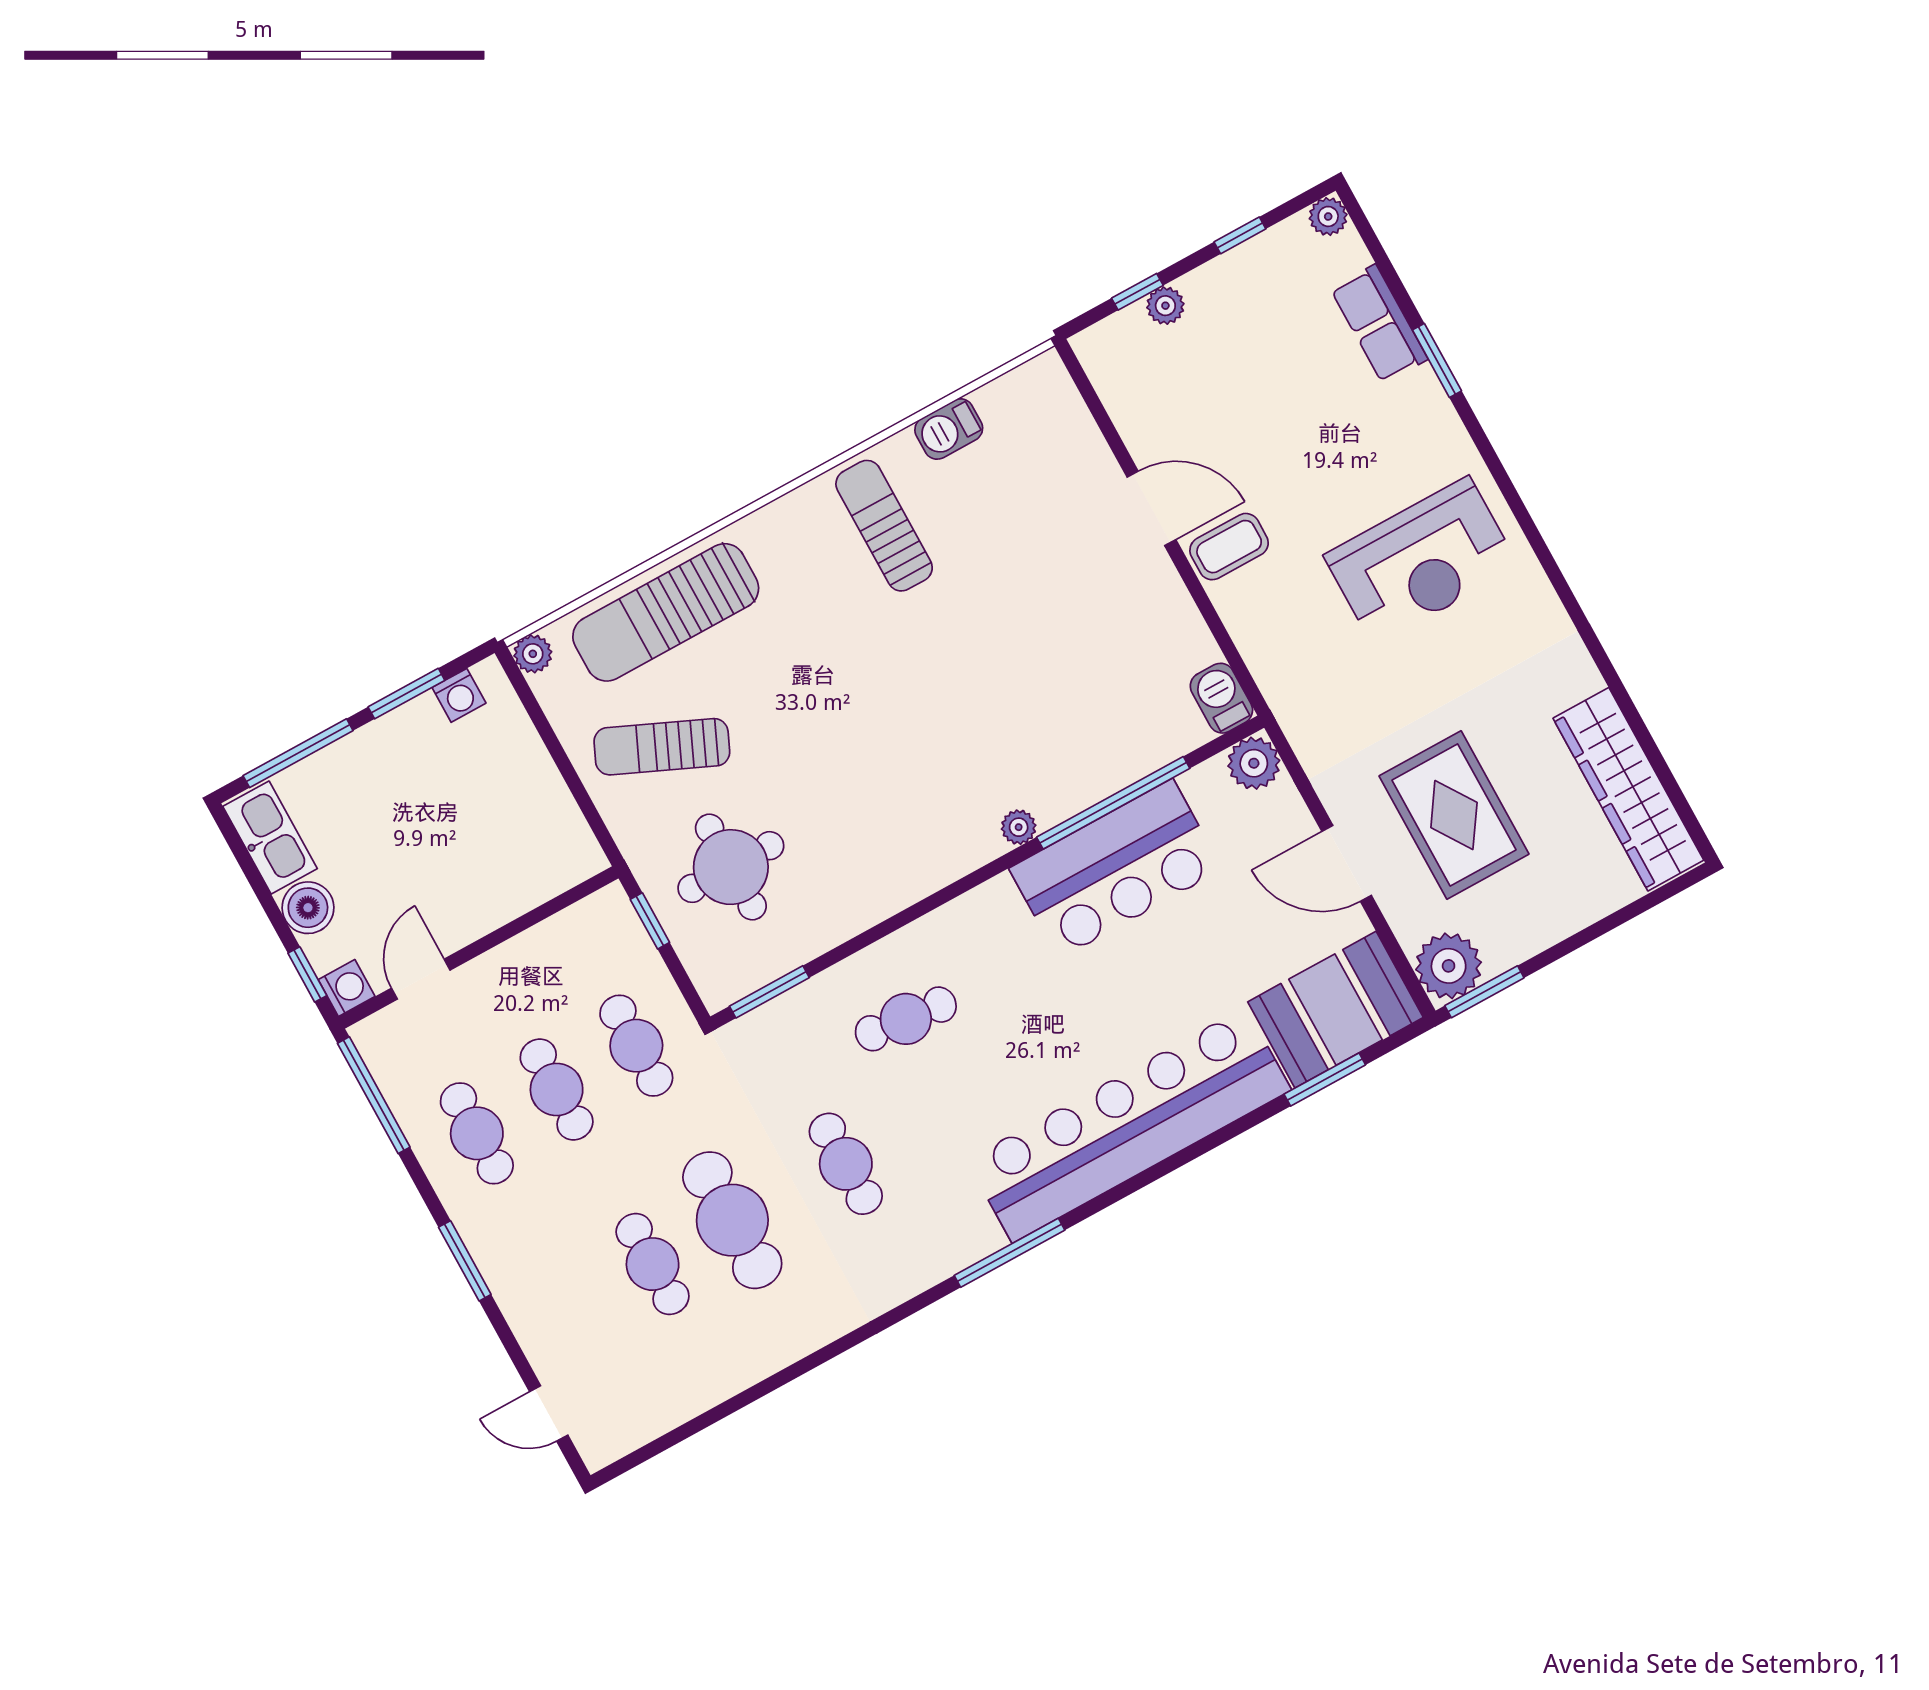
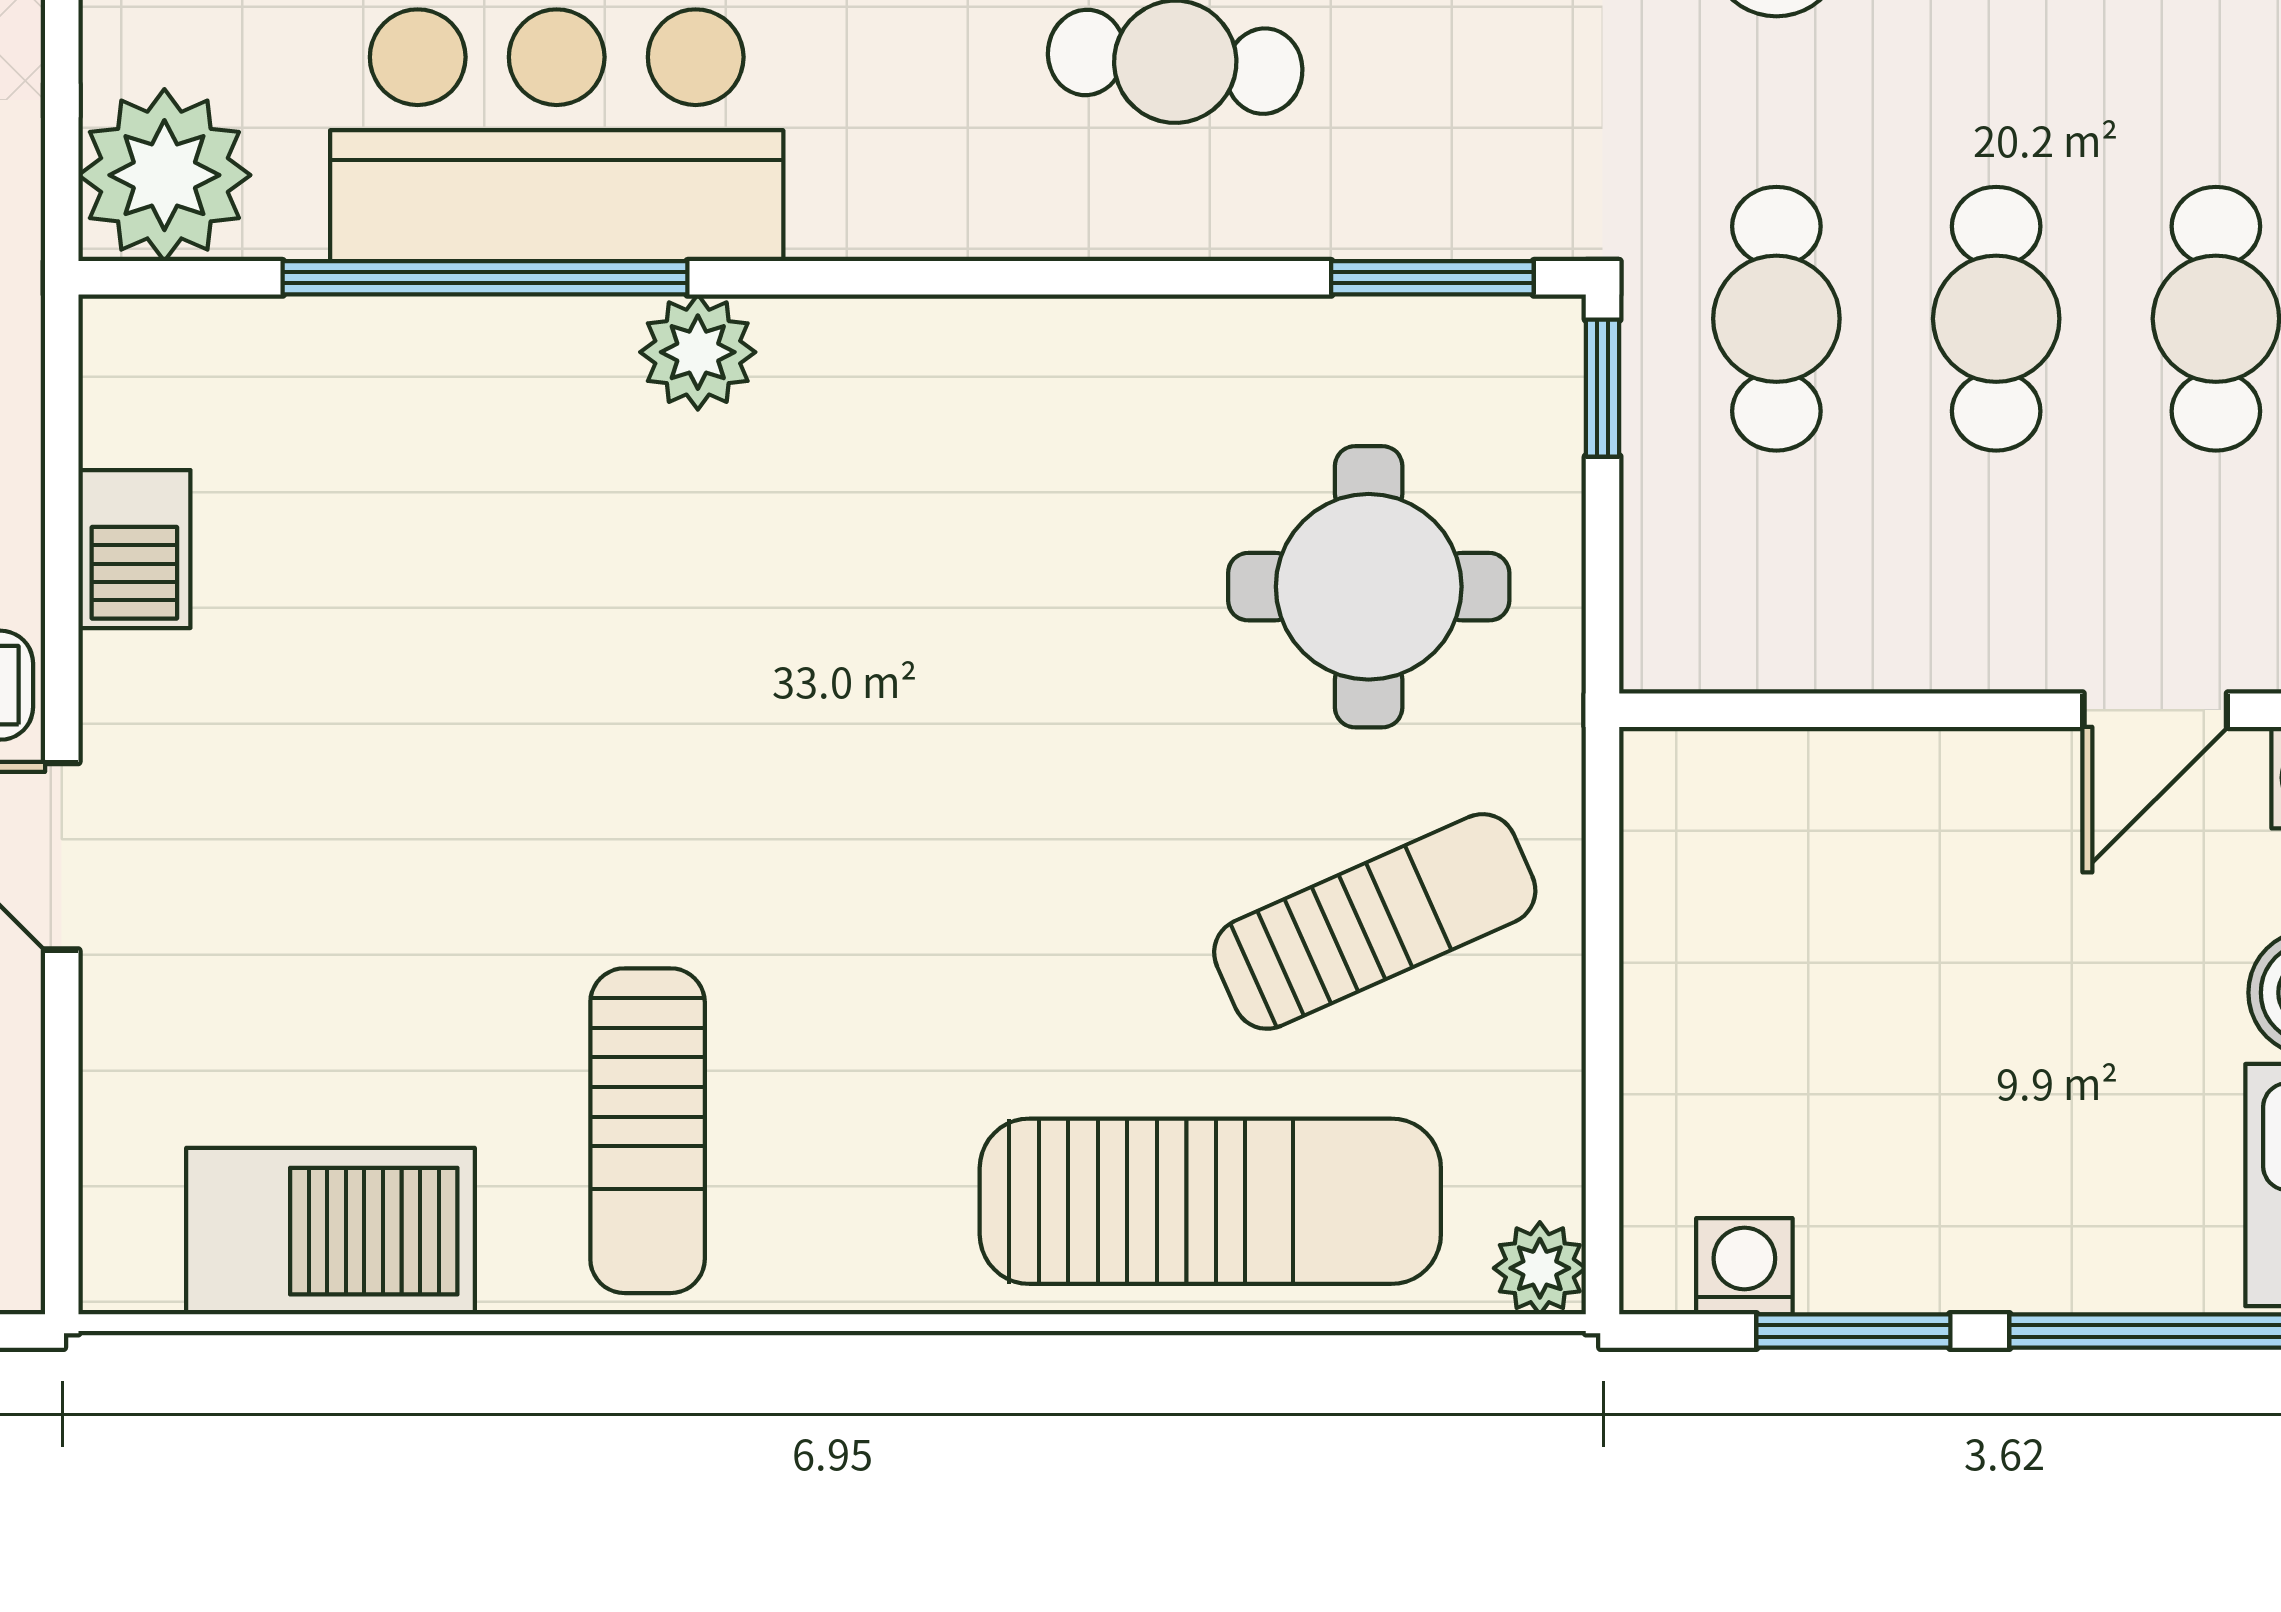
barbecue: (949, 429) -> (330, 1231), width x1.88, depth x1.53
barbecue: (1221, 698) -> (134, 549), moved
sun lounger: (662, 747) -> (1375, 921), turned -48
plant: (1254, 763) -> (164, 175), width x1.36, depth x1.36
plant: (1019, 827) -> (698, 352), width x1.38, depth x1.38
window: (650, 921) -> (1603, 388), moved

